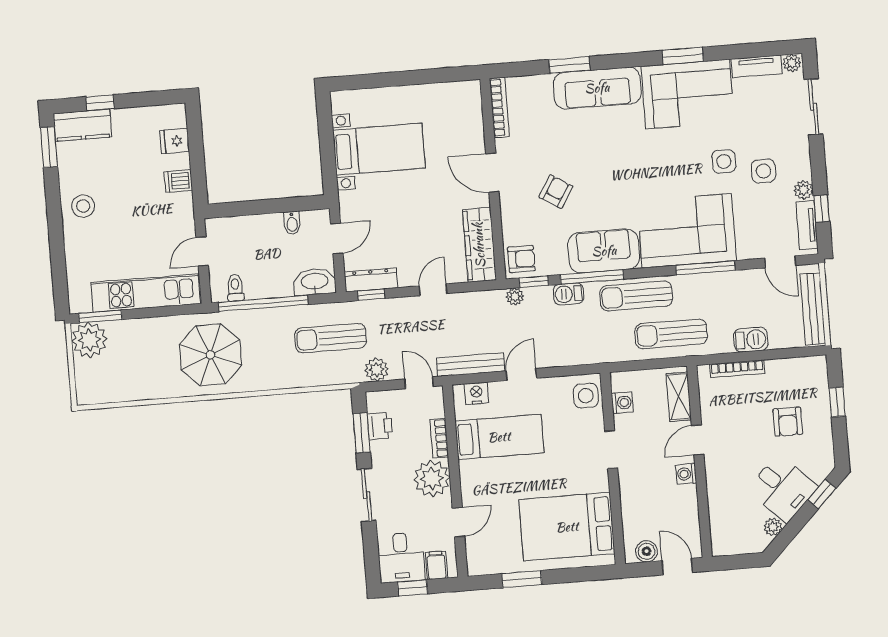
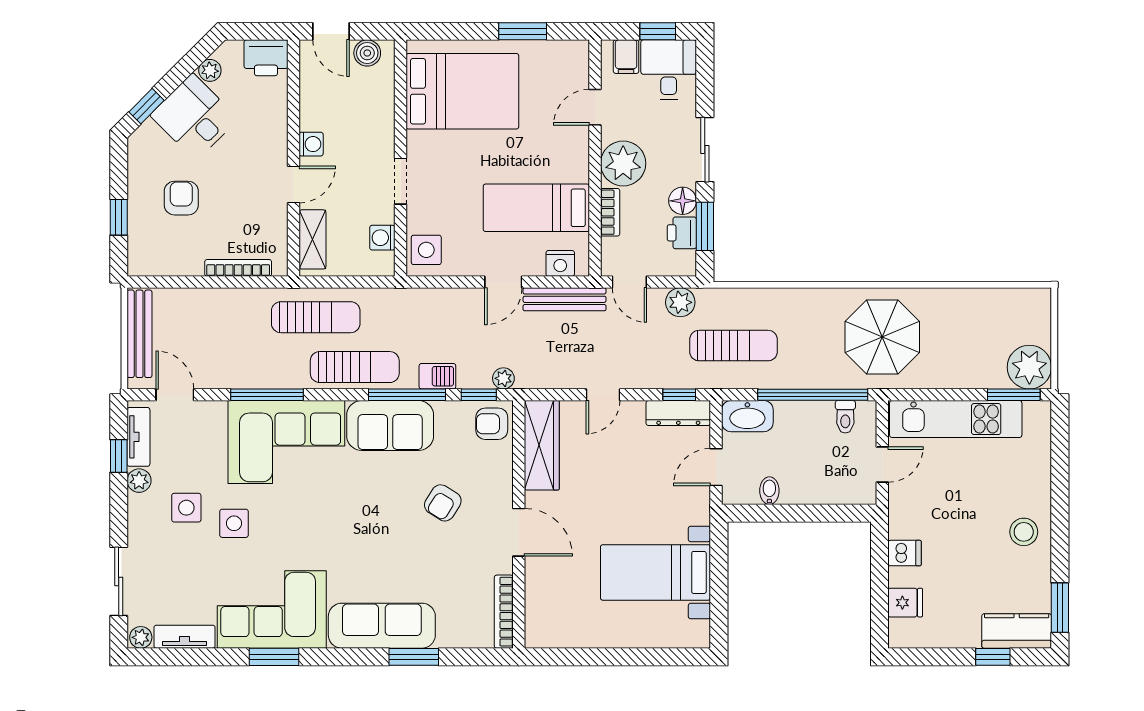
barbecue: (751, 340) -> (218, 302), removed
floor lamp: (381, 452) -> (683, 201), added
printer: (728, 541) -> (266, 58), added

